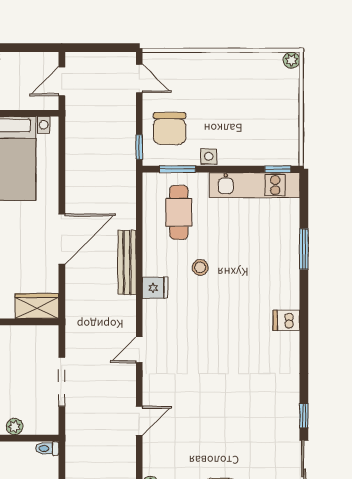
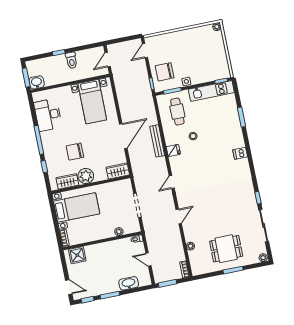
door: (139, 79) -> (145, 51), swing flipped
chair: (170, 128) -> (165, 72), turned 90

